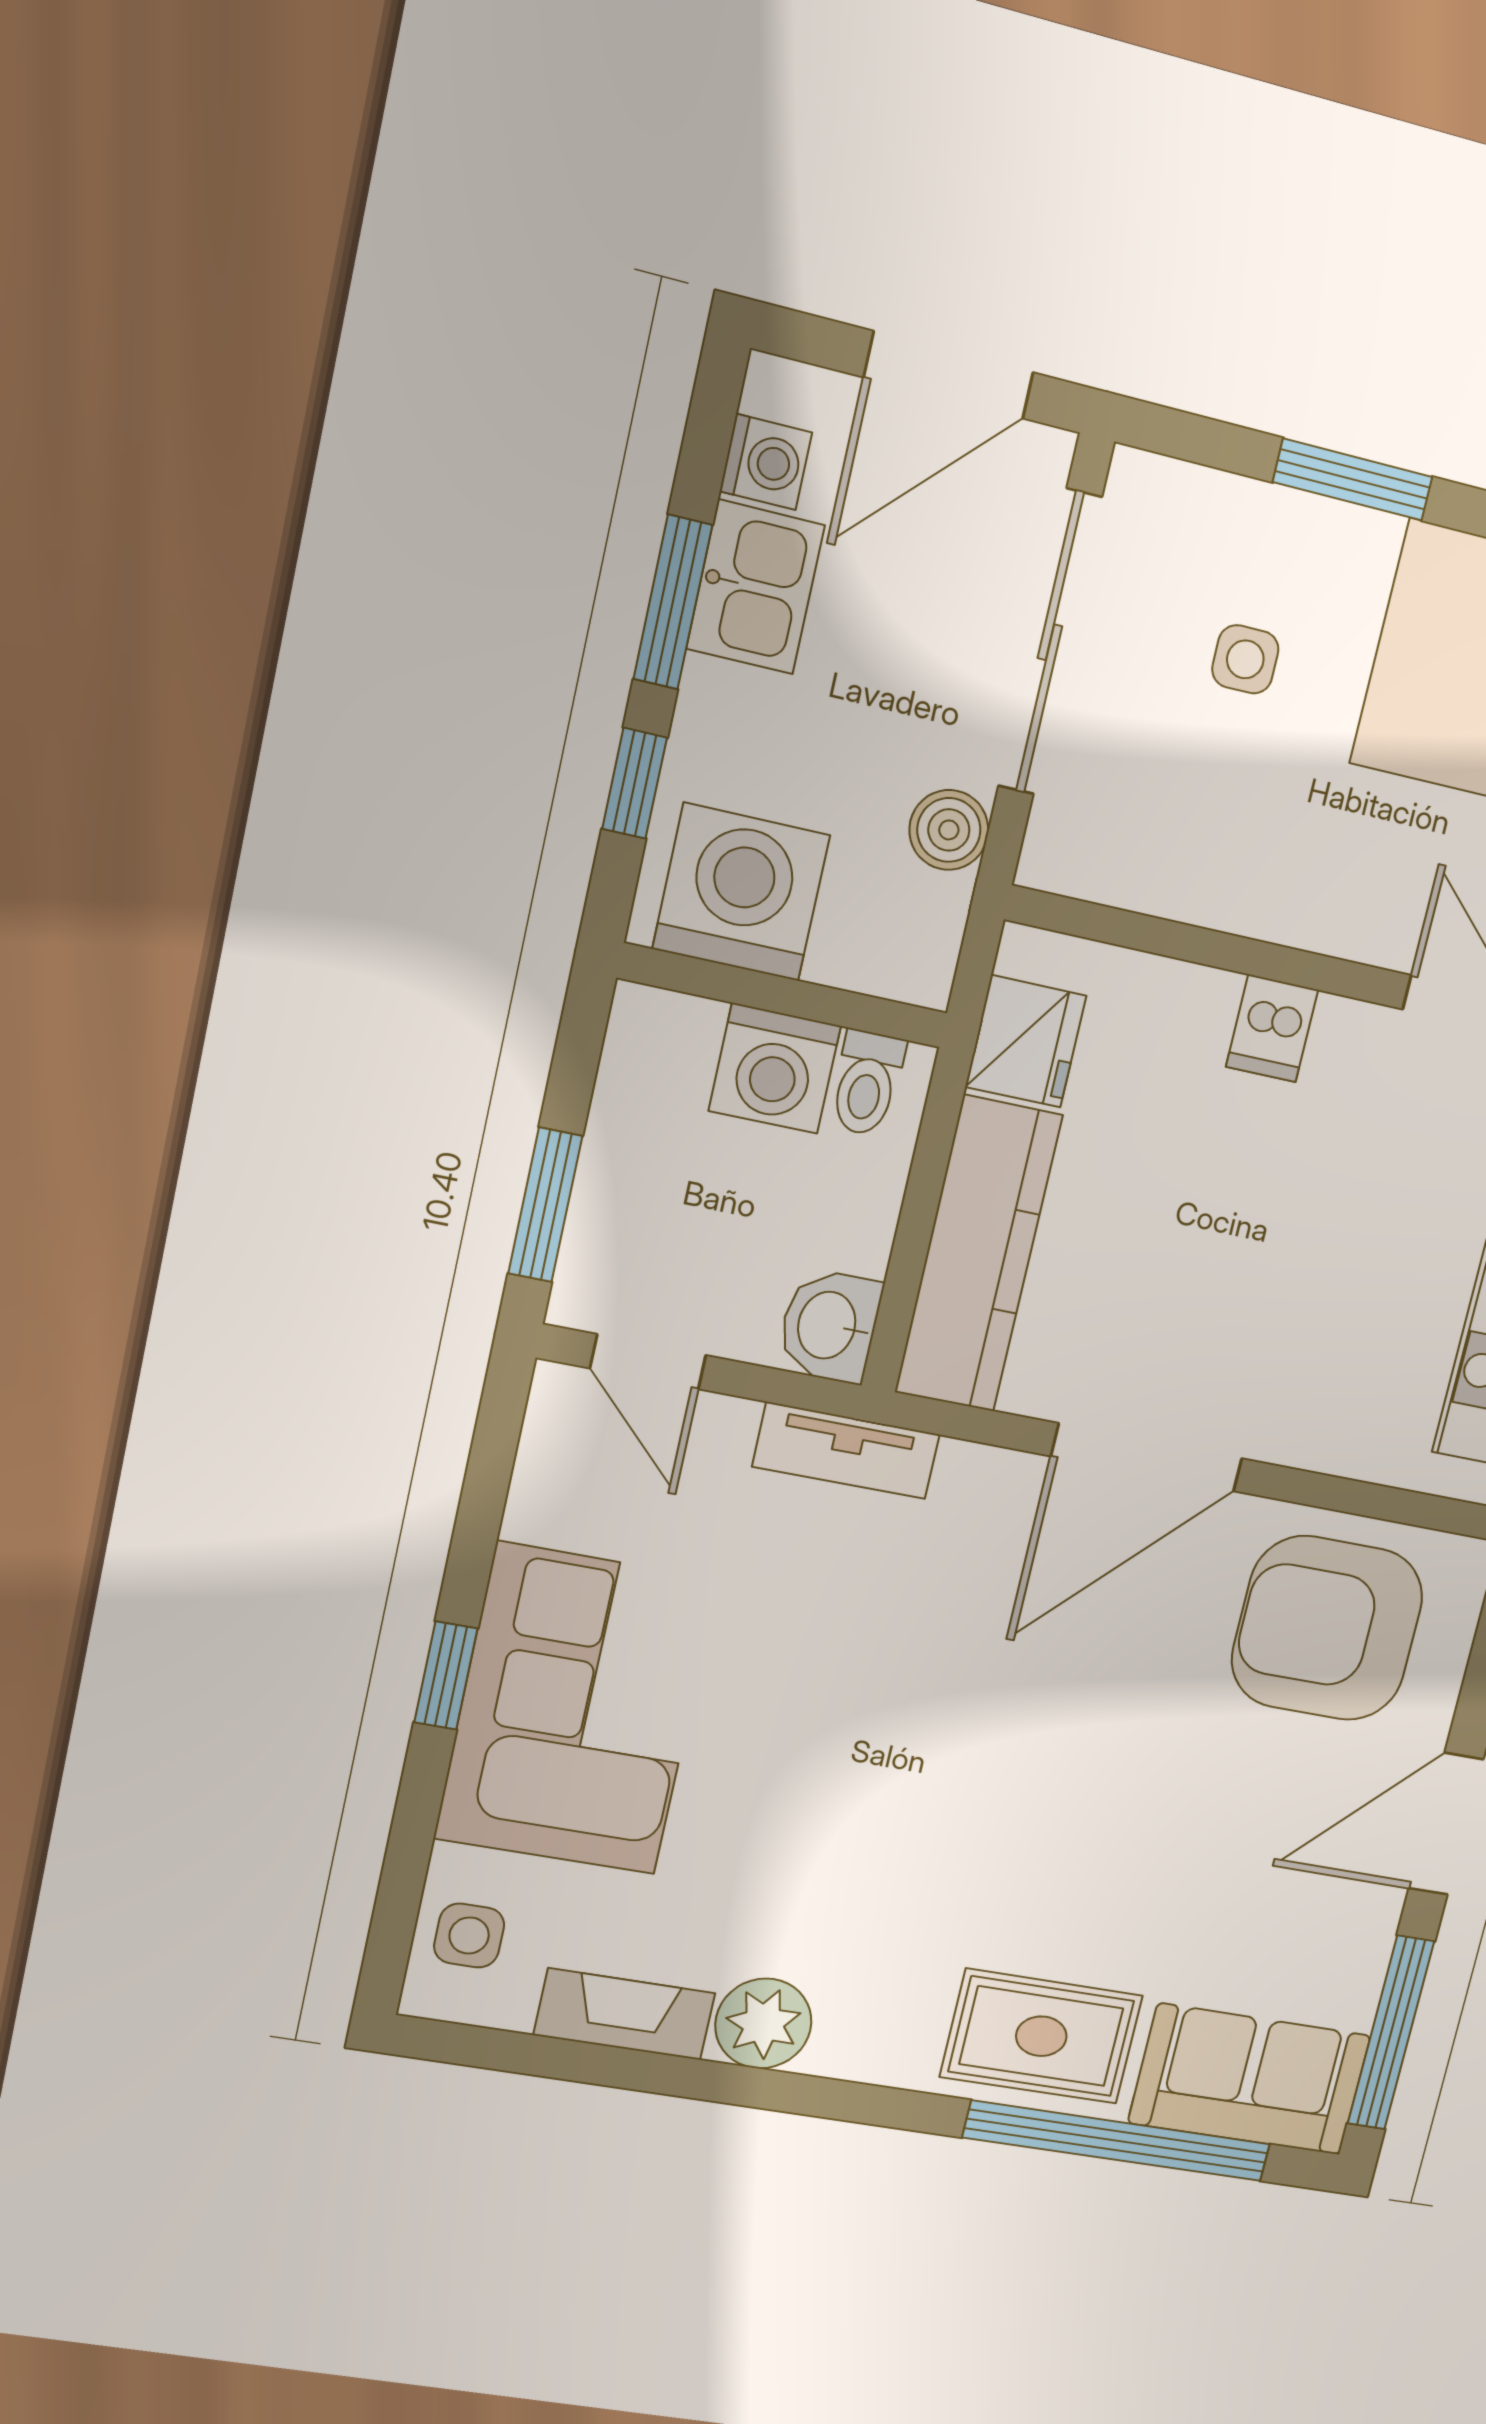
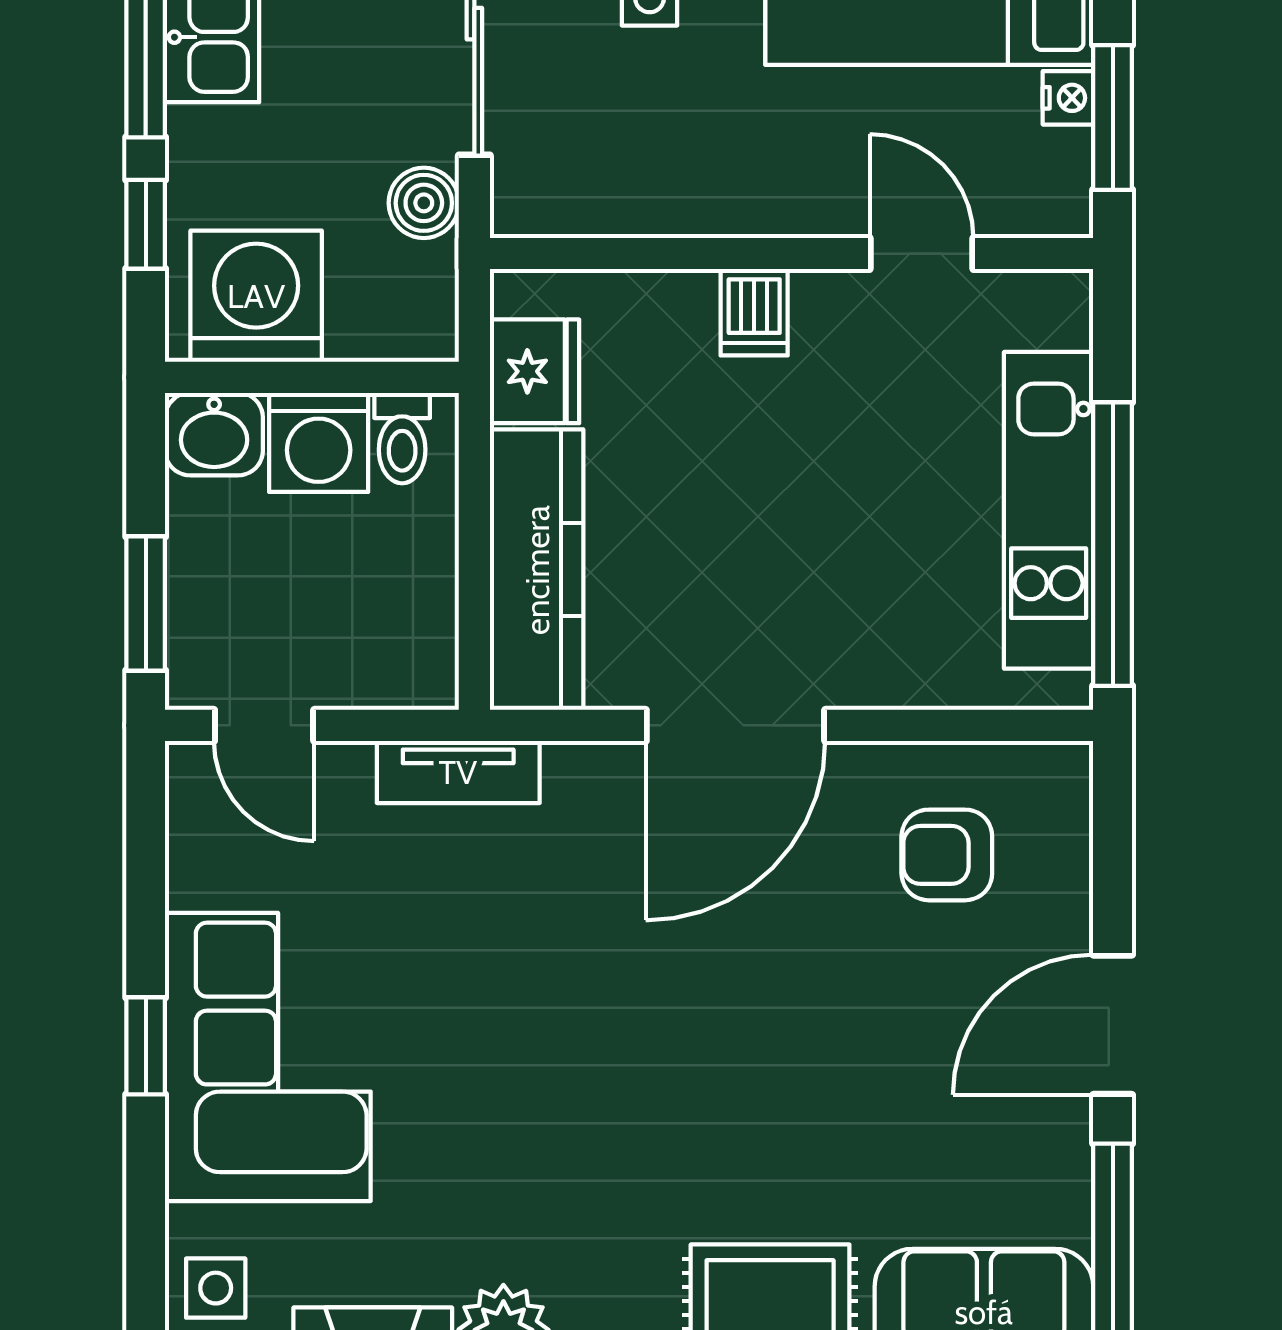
washbasin: (829, 1326) -> (214, 434), moved, turned -90
armchair: (1327, 1628) -> (947, 855), width x0.53, depth x0.53

